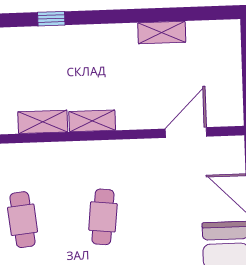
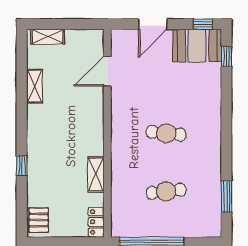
shelving: (92, 121) -> (47, 37), moved, turned 90
door: (186, 133) -> (107, 71), hinge flipped

